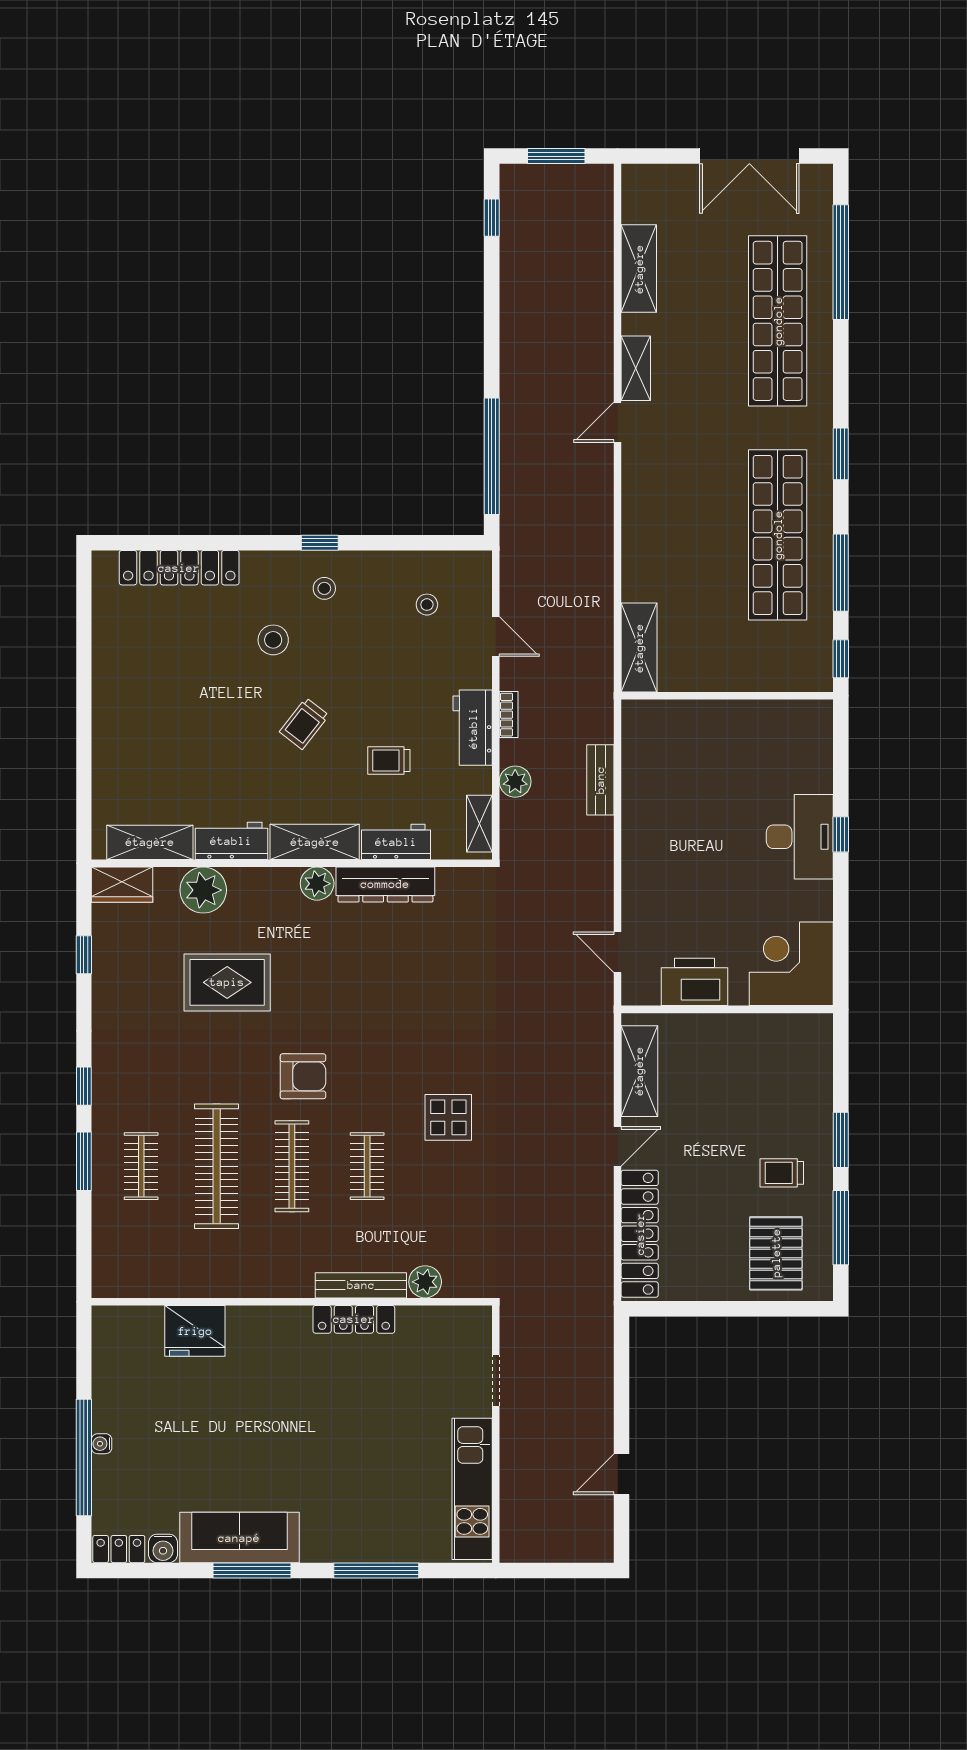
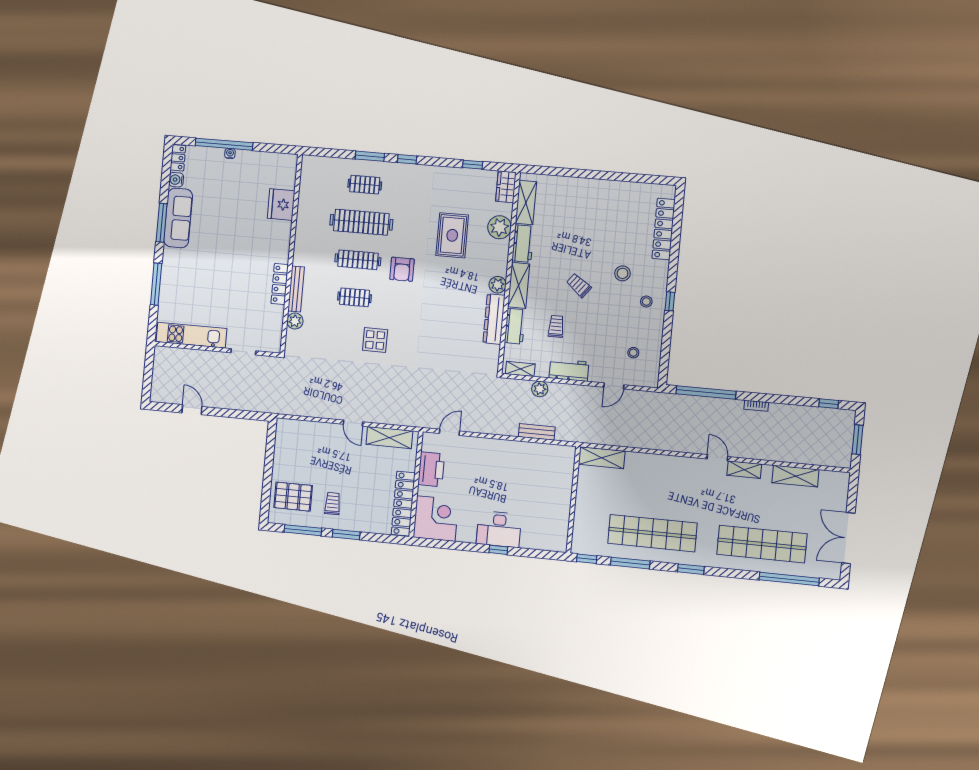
bookcase: (509, 715) -> (756, 406), moved
locker: (640, 1234) -> (403, 504), moved, turned 90

